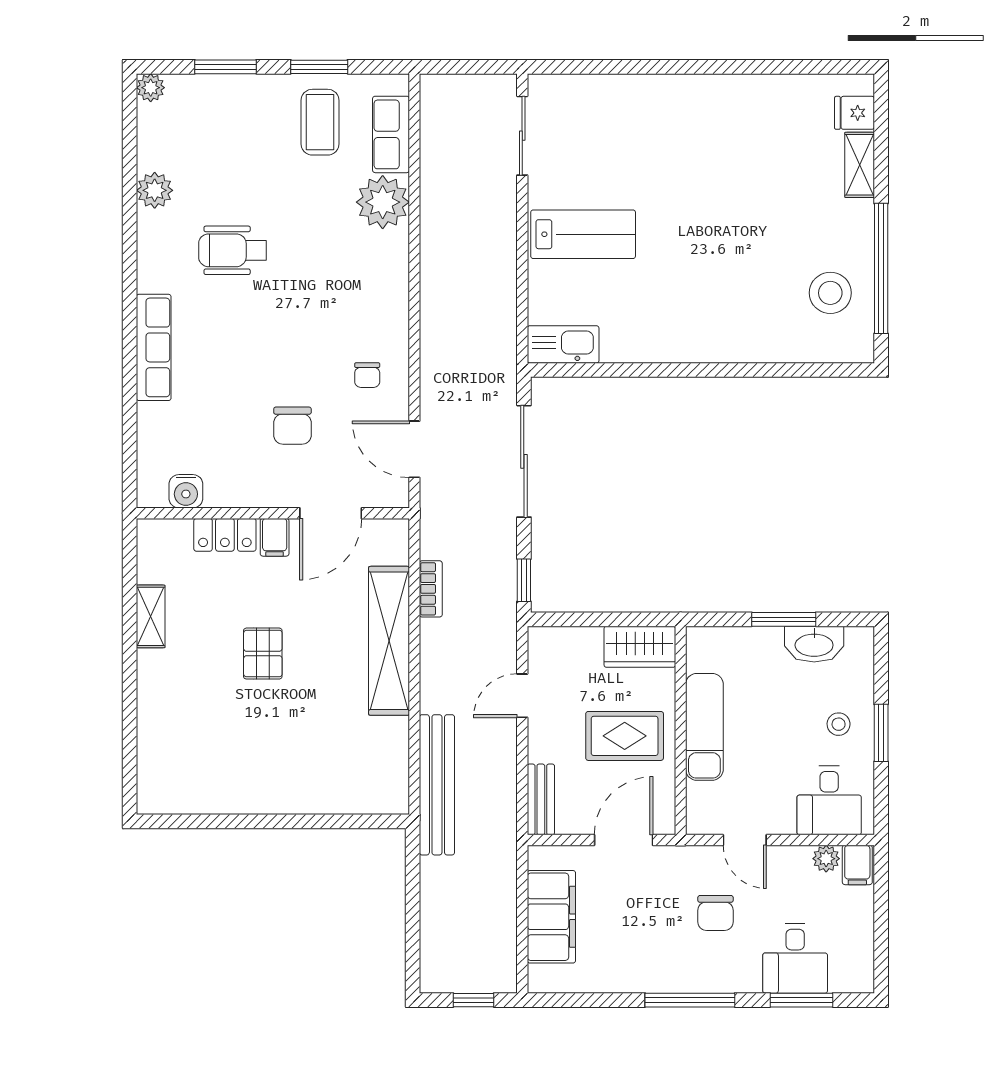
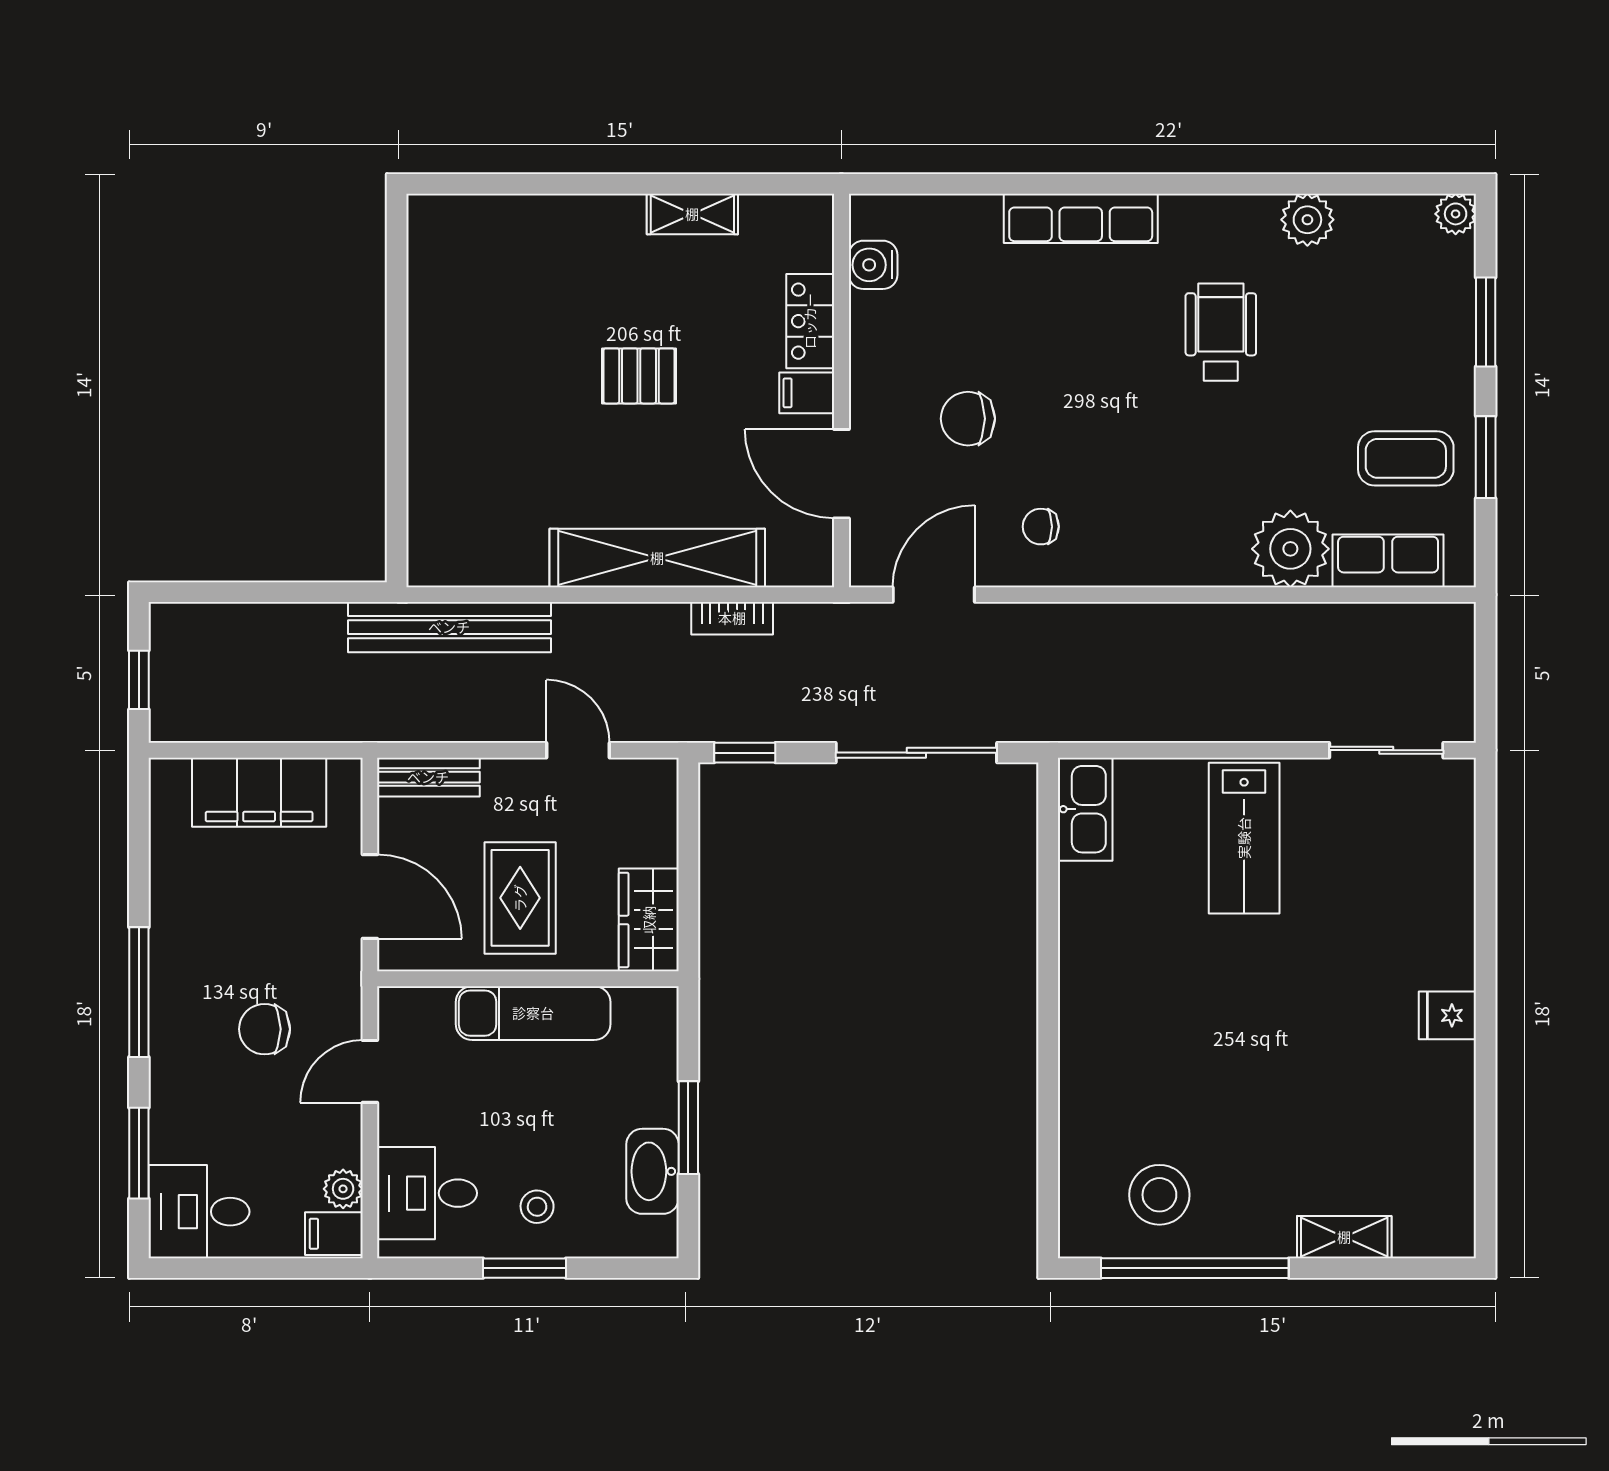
fridge: (854, 113) -> (1447, 1015), moved, turned -90
desk: (795, 958) -> (199, 1212), moved

